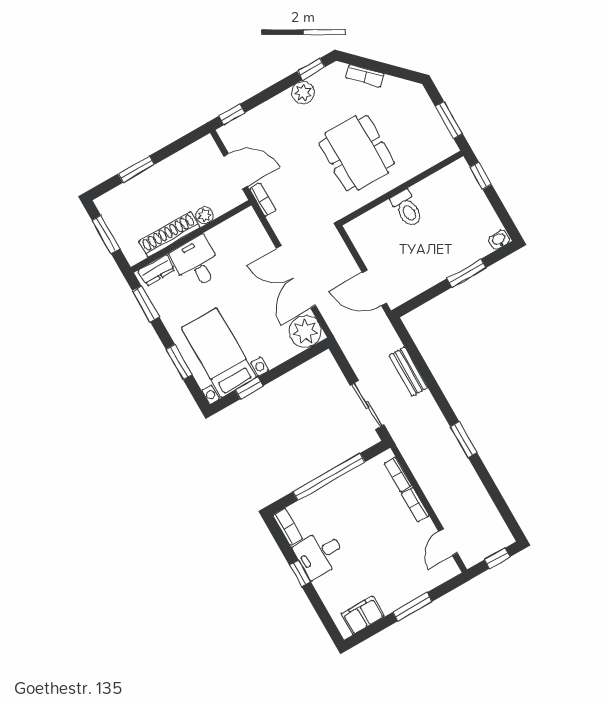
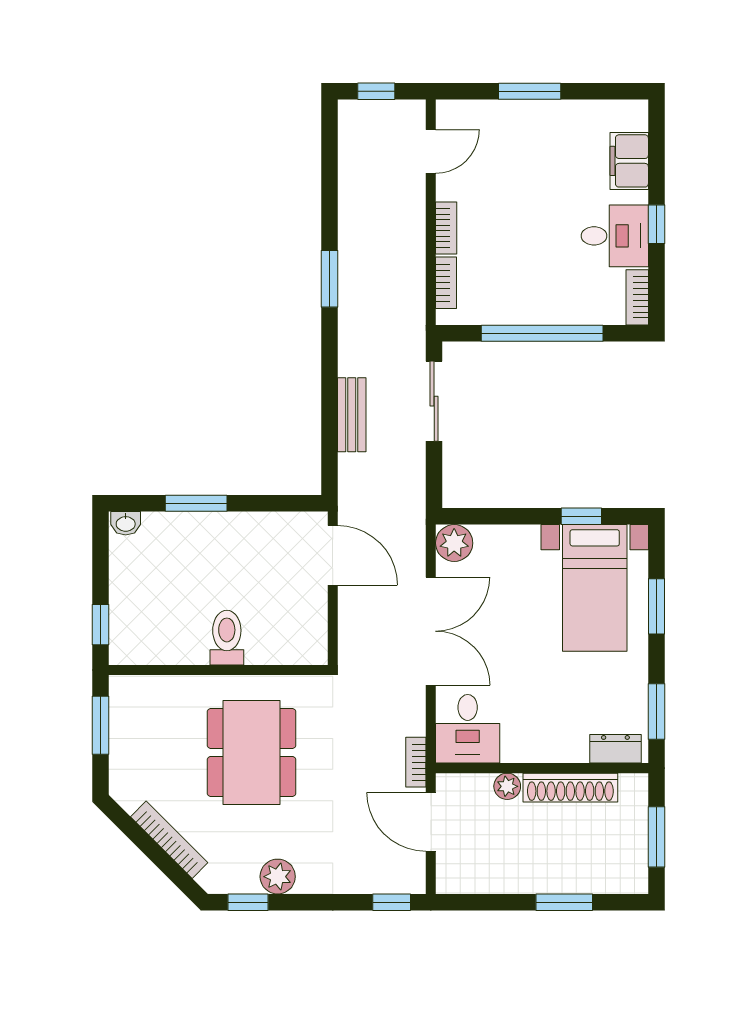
bookcase: (365, 76) -> (169, 840), width x1.56
desk: (196, 262) -> (468, 729), moved
plant: (305, 331) -> (454, 543), width x0.73, depth x0.73
filing cabinet: (363, 615) -> (629, 161), moved, turned 90

